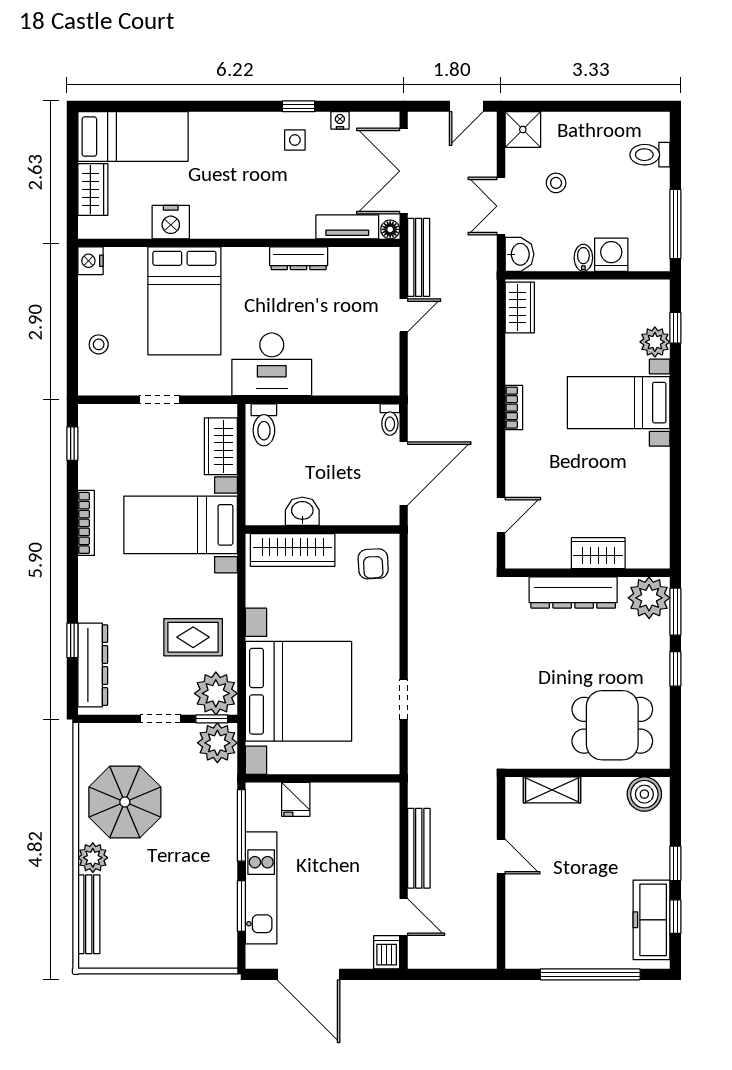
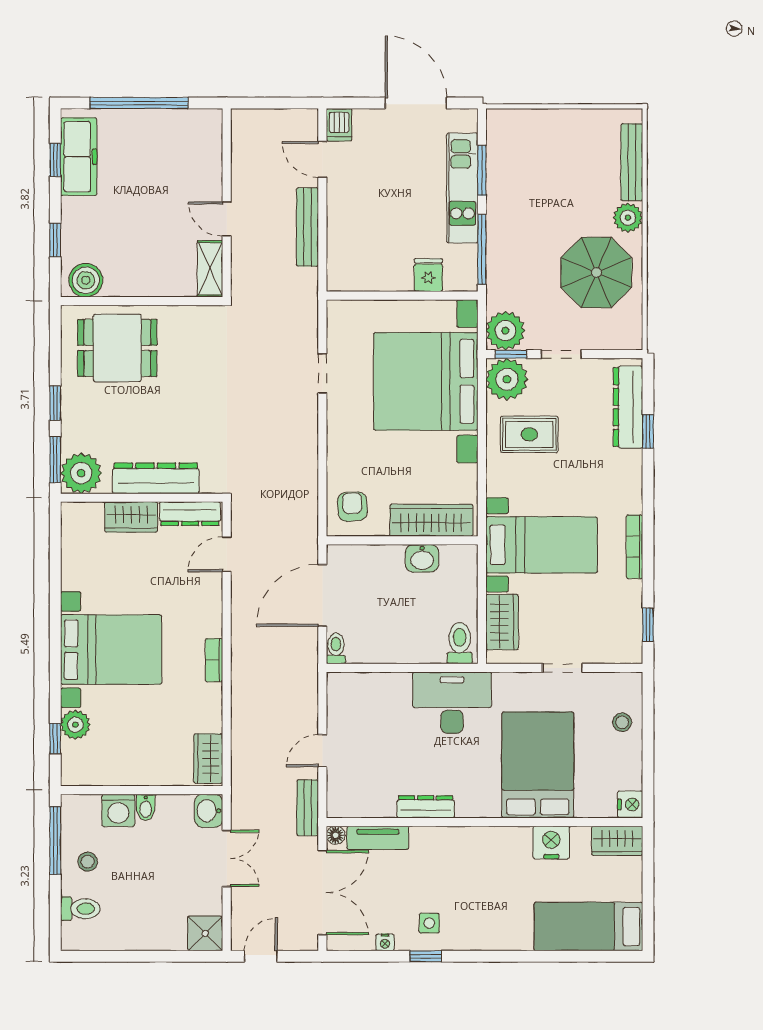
stool: (556, 183) -> (88, 862), moved
wardrobe: (93, 189) -> (617, 841), moved, turned -90
bench: (419, 257) -> (308, 808), width x0.73
bed with nightstands: (619, 403) -> (111, 650), width x1.36
dresser: (538, 557) -> (190, 514), added
shelving: (552, 790) -> (210, 269), moved, turned 90
window: (675, 863) -> (55, 240), moved

